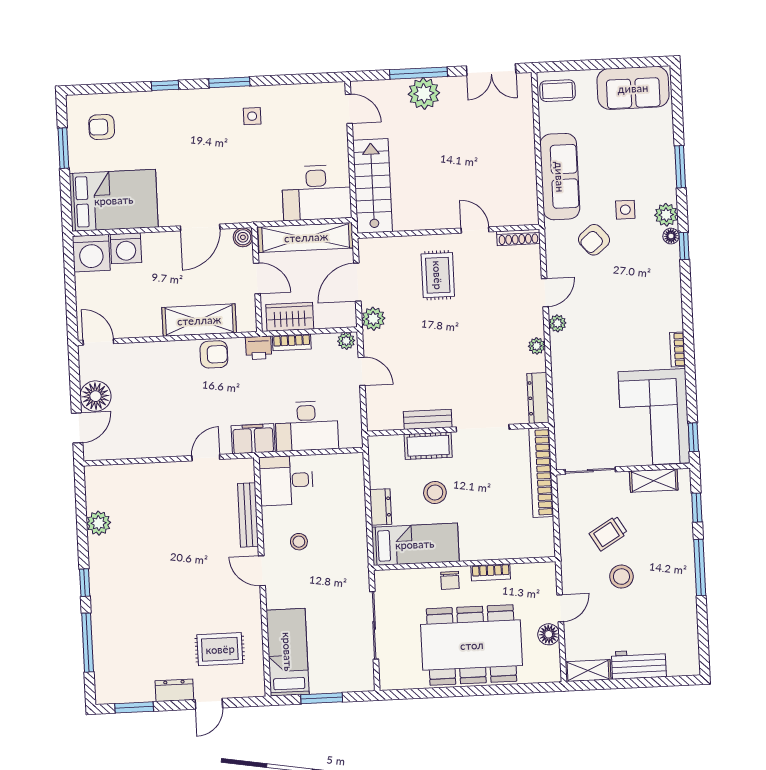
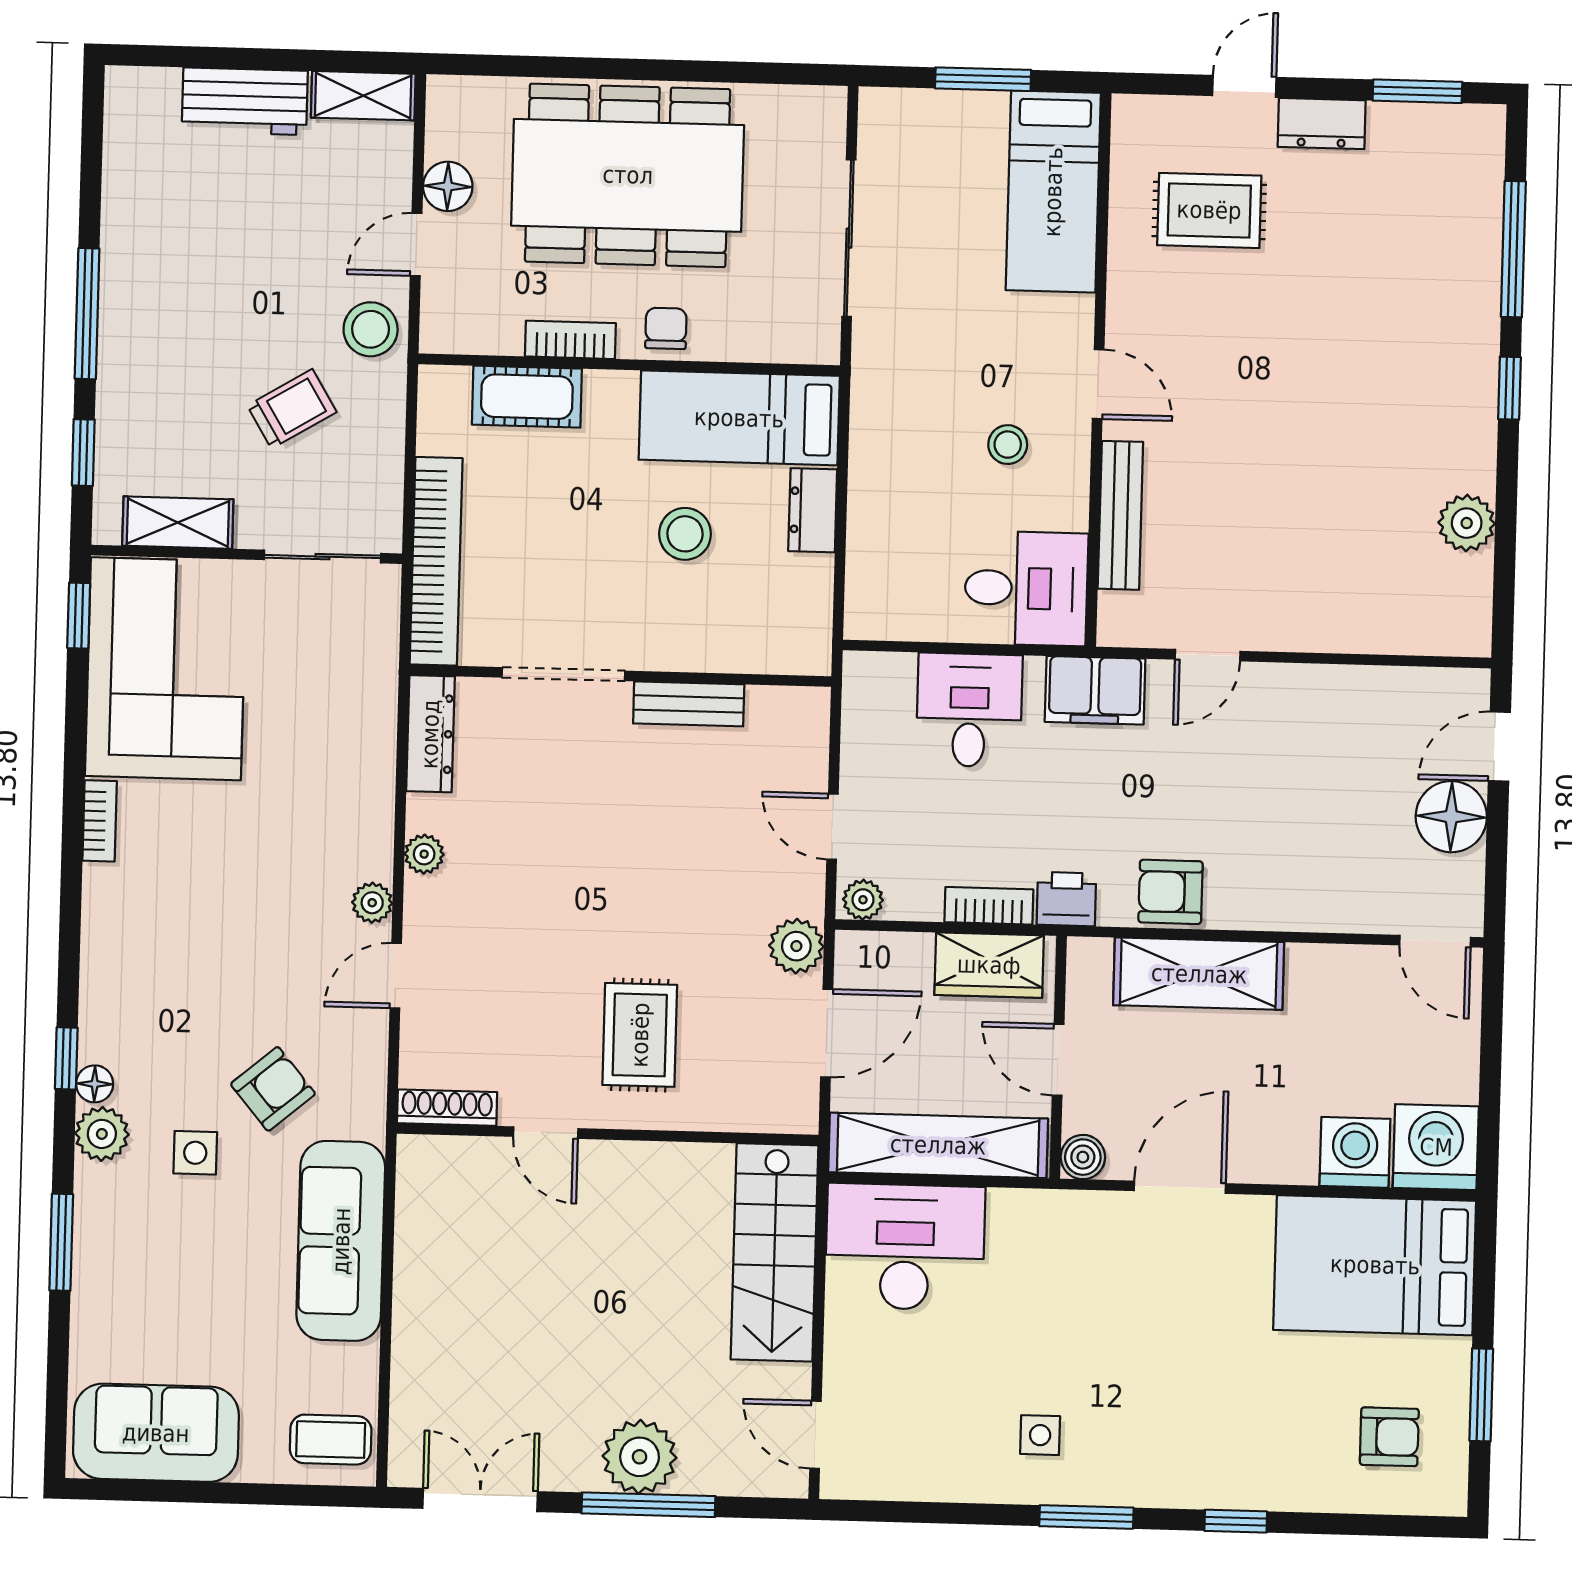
desk: (307, 426) -> (969, 710), width x0.73
cot: (428, 446) -> (527, 397), moved
stool: (621, 577) -> (371, 329), moved

